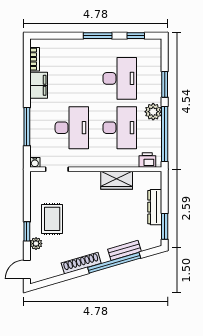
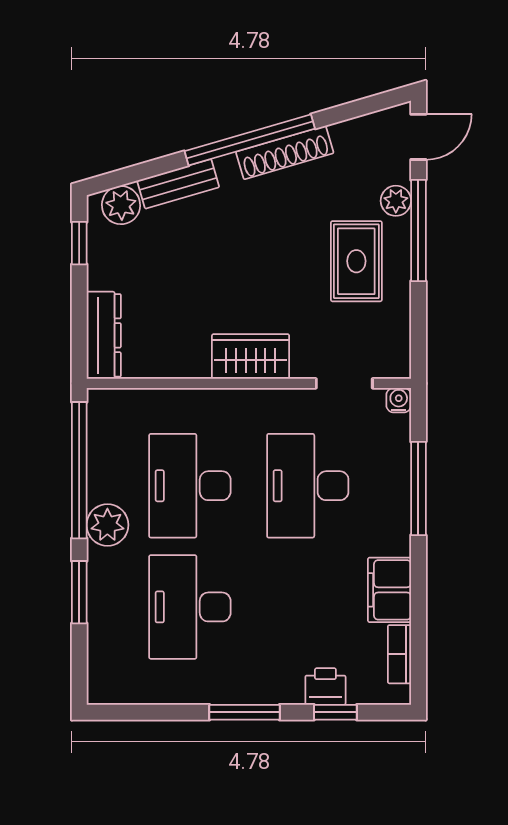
window: (136, 36) -> (335, 712), moved
printer: (147, 160) -> (325, 687), moved, turned 180
wardrobe: (117, 180) -> (251, 357), moved
dresser: (155, 207) -> (104, 335), moved
window: (165, 226) -> (79, 243), width x0.67
window: (27, 231) -> (418, 230), width x2.17
plant: (148, 242) -> (121, 205), added
window: (114, 263) -> (250, 140), moved

